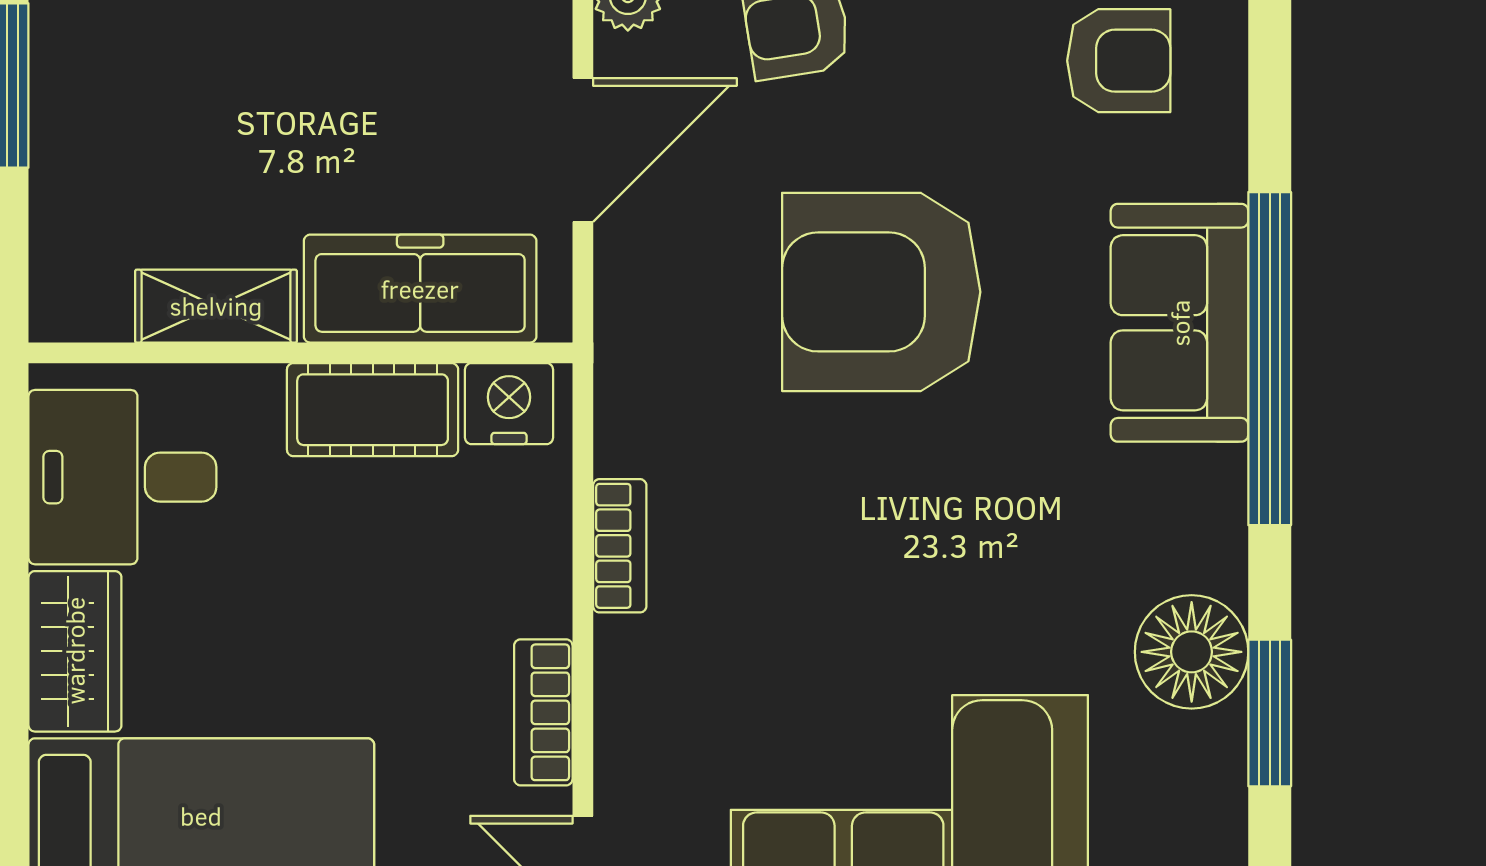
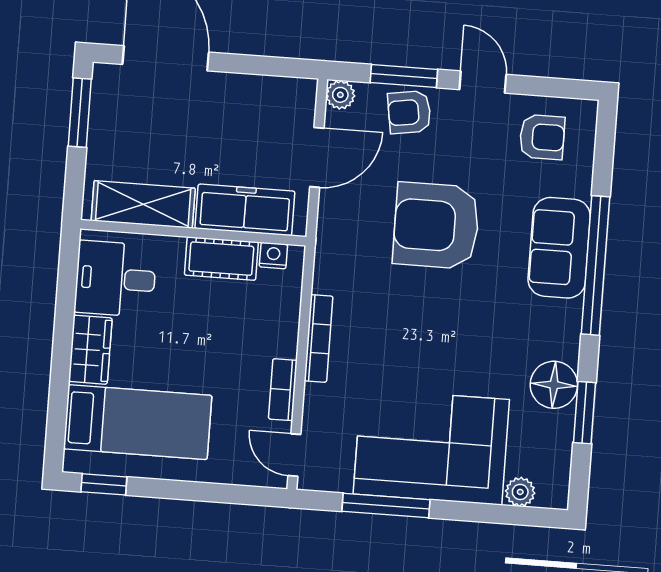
shelving: (216, 306) -> (143, 204), width x1.50, depth x1.33
nightstand: (509, 404) -> (273, 256), width x0.72, depth x0.74
bookcase: (620, 546) -> (319, 338), width x1.56

